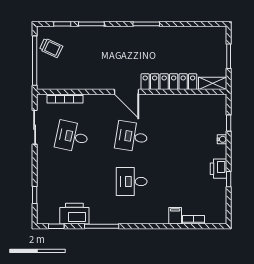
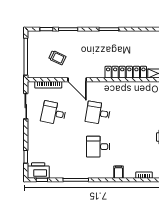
trolley: (51, 48) -> (57, 58), moved
door: (126, 92) -> (77, 80), moved
printer: (74, 214) -> (38, 171), moved
filing cabinet: (175, 216) -> (119, 172), moved

